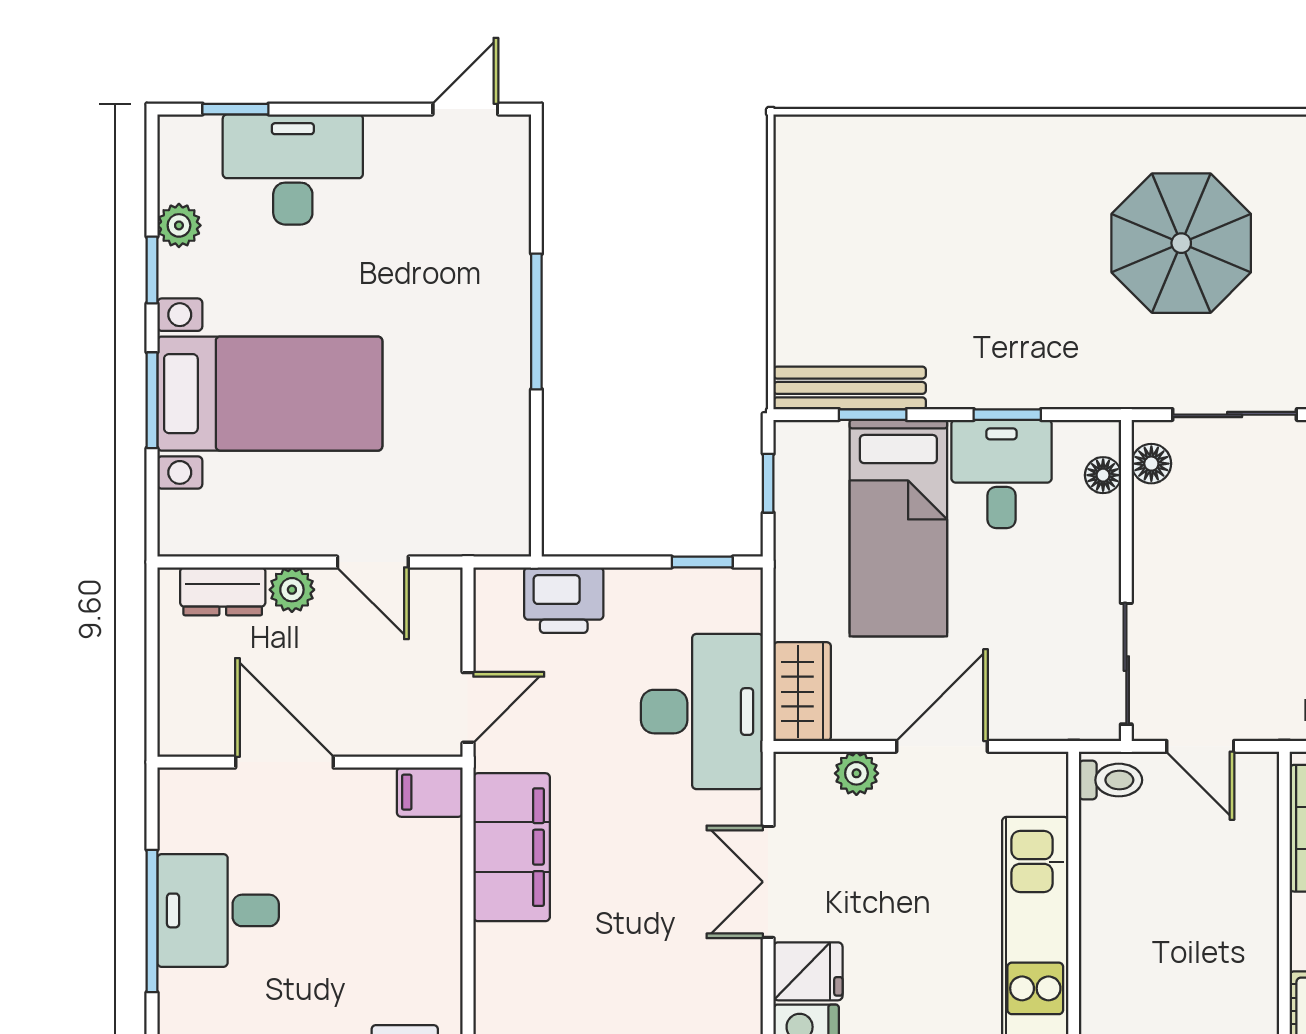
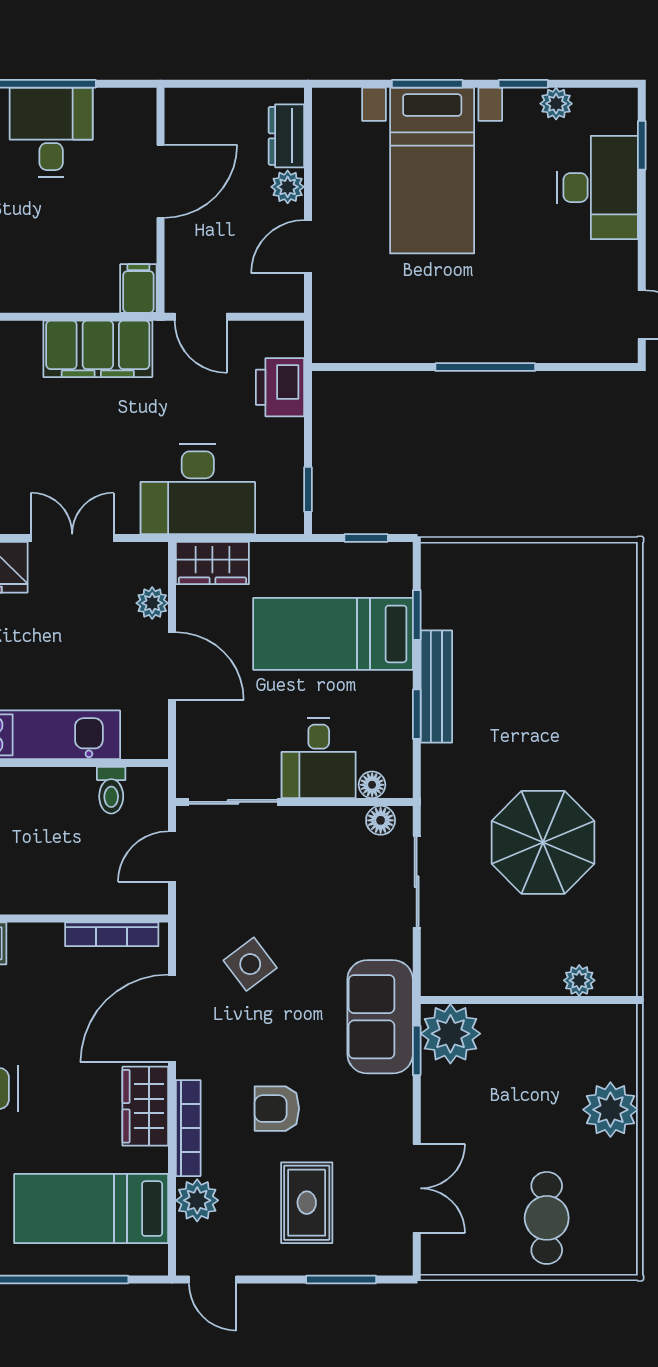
bench: (850, 388) -> (436, 687), moved
desk: (1001, 474) -> (319, 758), moved, turned 90
toilet: (1111, 780) -> (111, 790), moved

